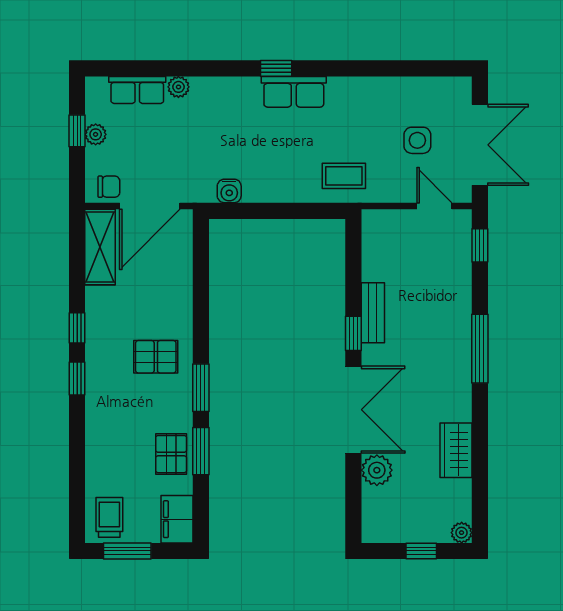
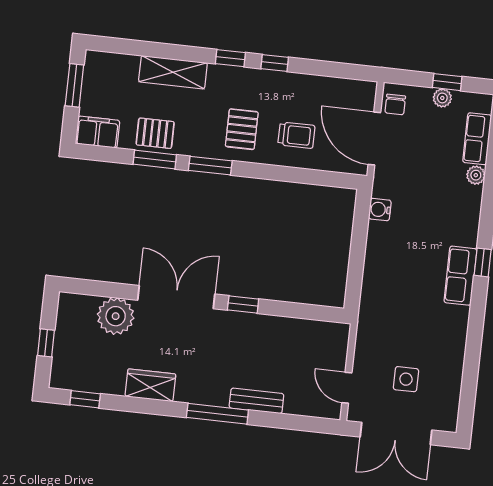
coffee table: (344, 176) -> (382, 311), removed
door: (434, 206) -> (347, 388), swing flipped
window: (480, 245) -> (85, 399), moved
shelving: (100, 247) -> (173, 72), moved
bench: (373, 313) -> (256, 401), moved
double door: (353, 410) -> (176, 297), swing flipped
wardrobe: (456, 450) -> (150, 385), moved
plant: (377, 470) -> (116, 316), width x1.36, depth x1.36
trolley: (109, 517) -> (296, 135), moved
plant: (462, 533) -> (58, 380), removed

